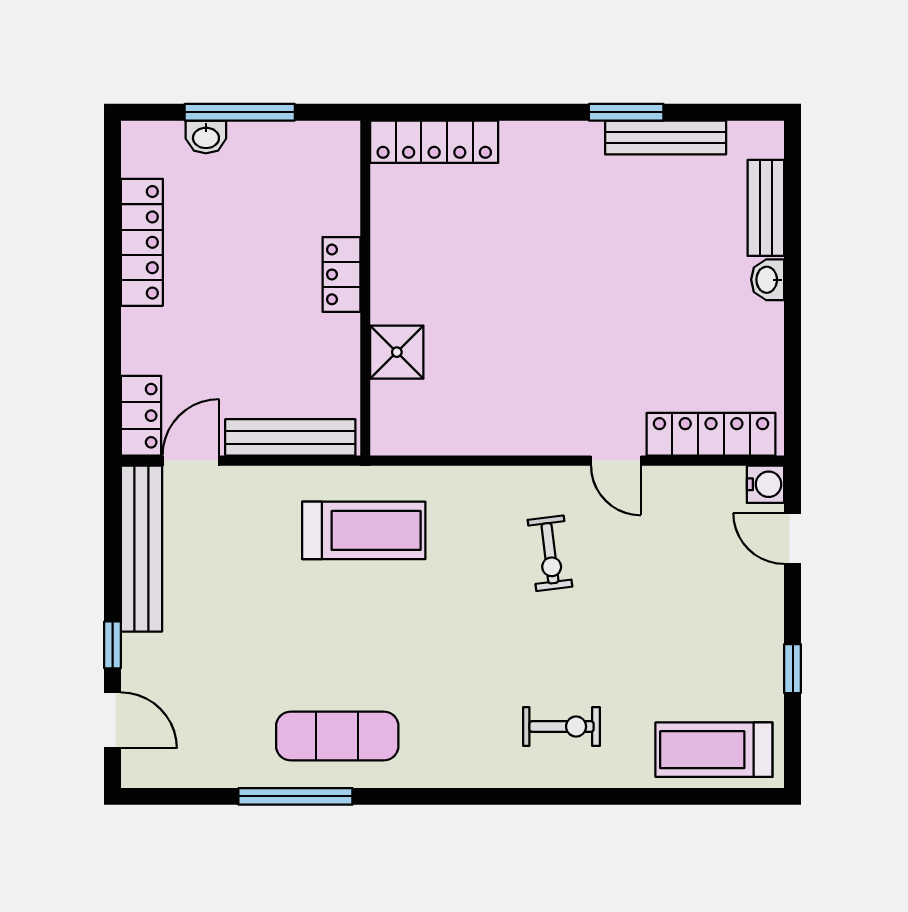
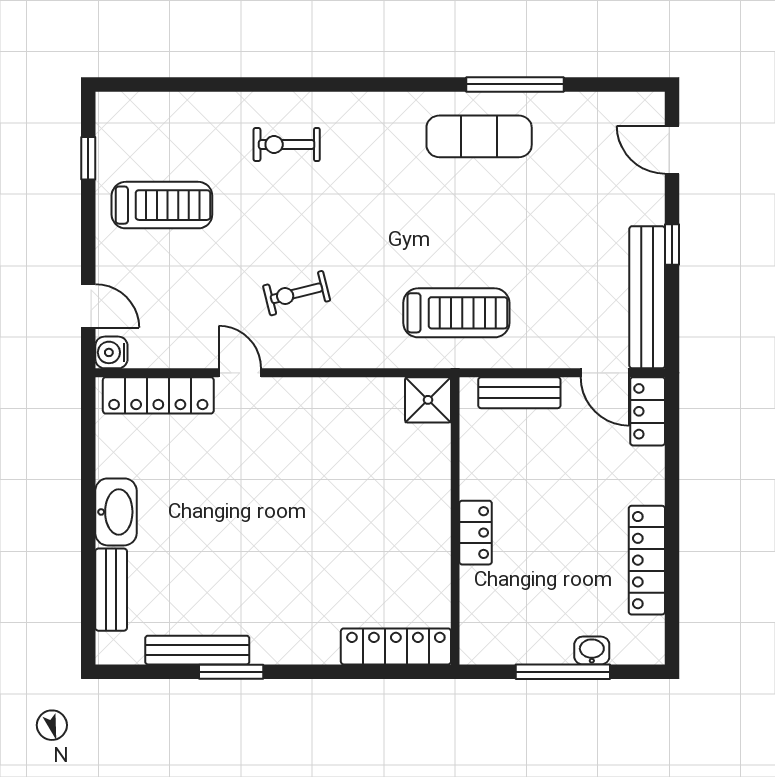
washbasin: (768, 280) -> (116, 512), width x1.91, depth x1.45
shower: (397, 352) -> (428, 400), moved
bench: (290, 437) -> (519, 393), width x0.73
door: (191, 461) -> (605, 373), hinge flipped
treadmill: (364, 530) -> (456, 313), turned 180
exercise bike: (550, 553) -> (297, 293), turned -97
window: (113, 645) -> (672, 245), moved
window: (793, 669) -> (88, 158), moved
treadmill: (714, 750) -> (162, 205), moved

